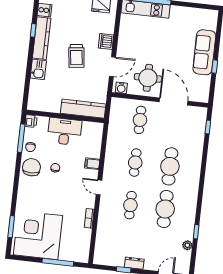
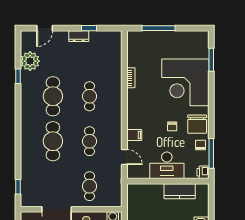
kitchen counter: (83, 109) -> (180, 191), moved, width x0.67
door: (99, 187) -> (124, 157), moved
corner desk: (38, 235) -> (185, 82), moved, turned 90
plant: (187, 245) -> (30, 61), width x1.87, depth x1.87

